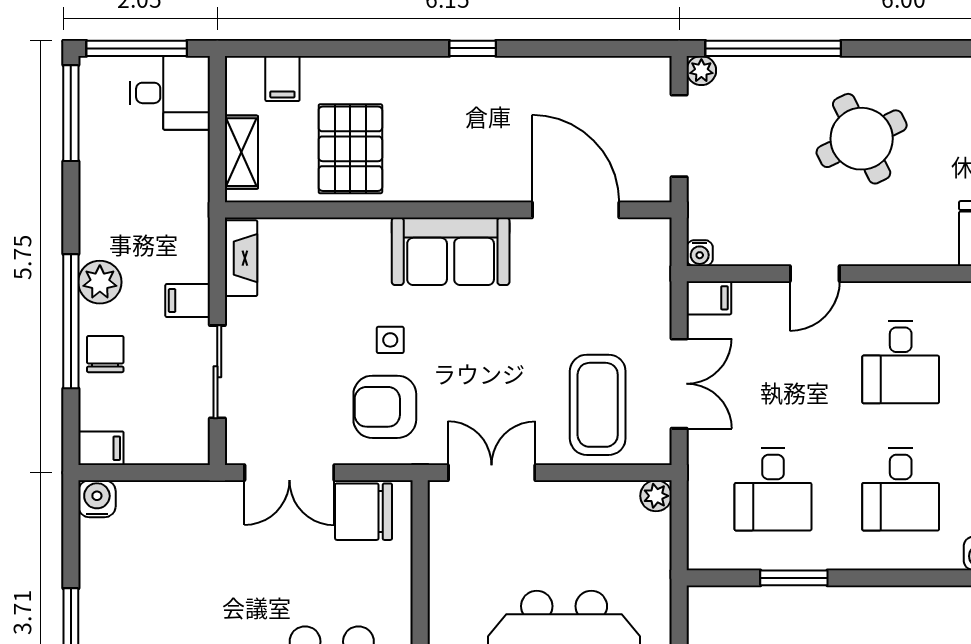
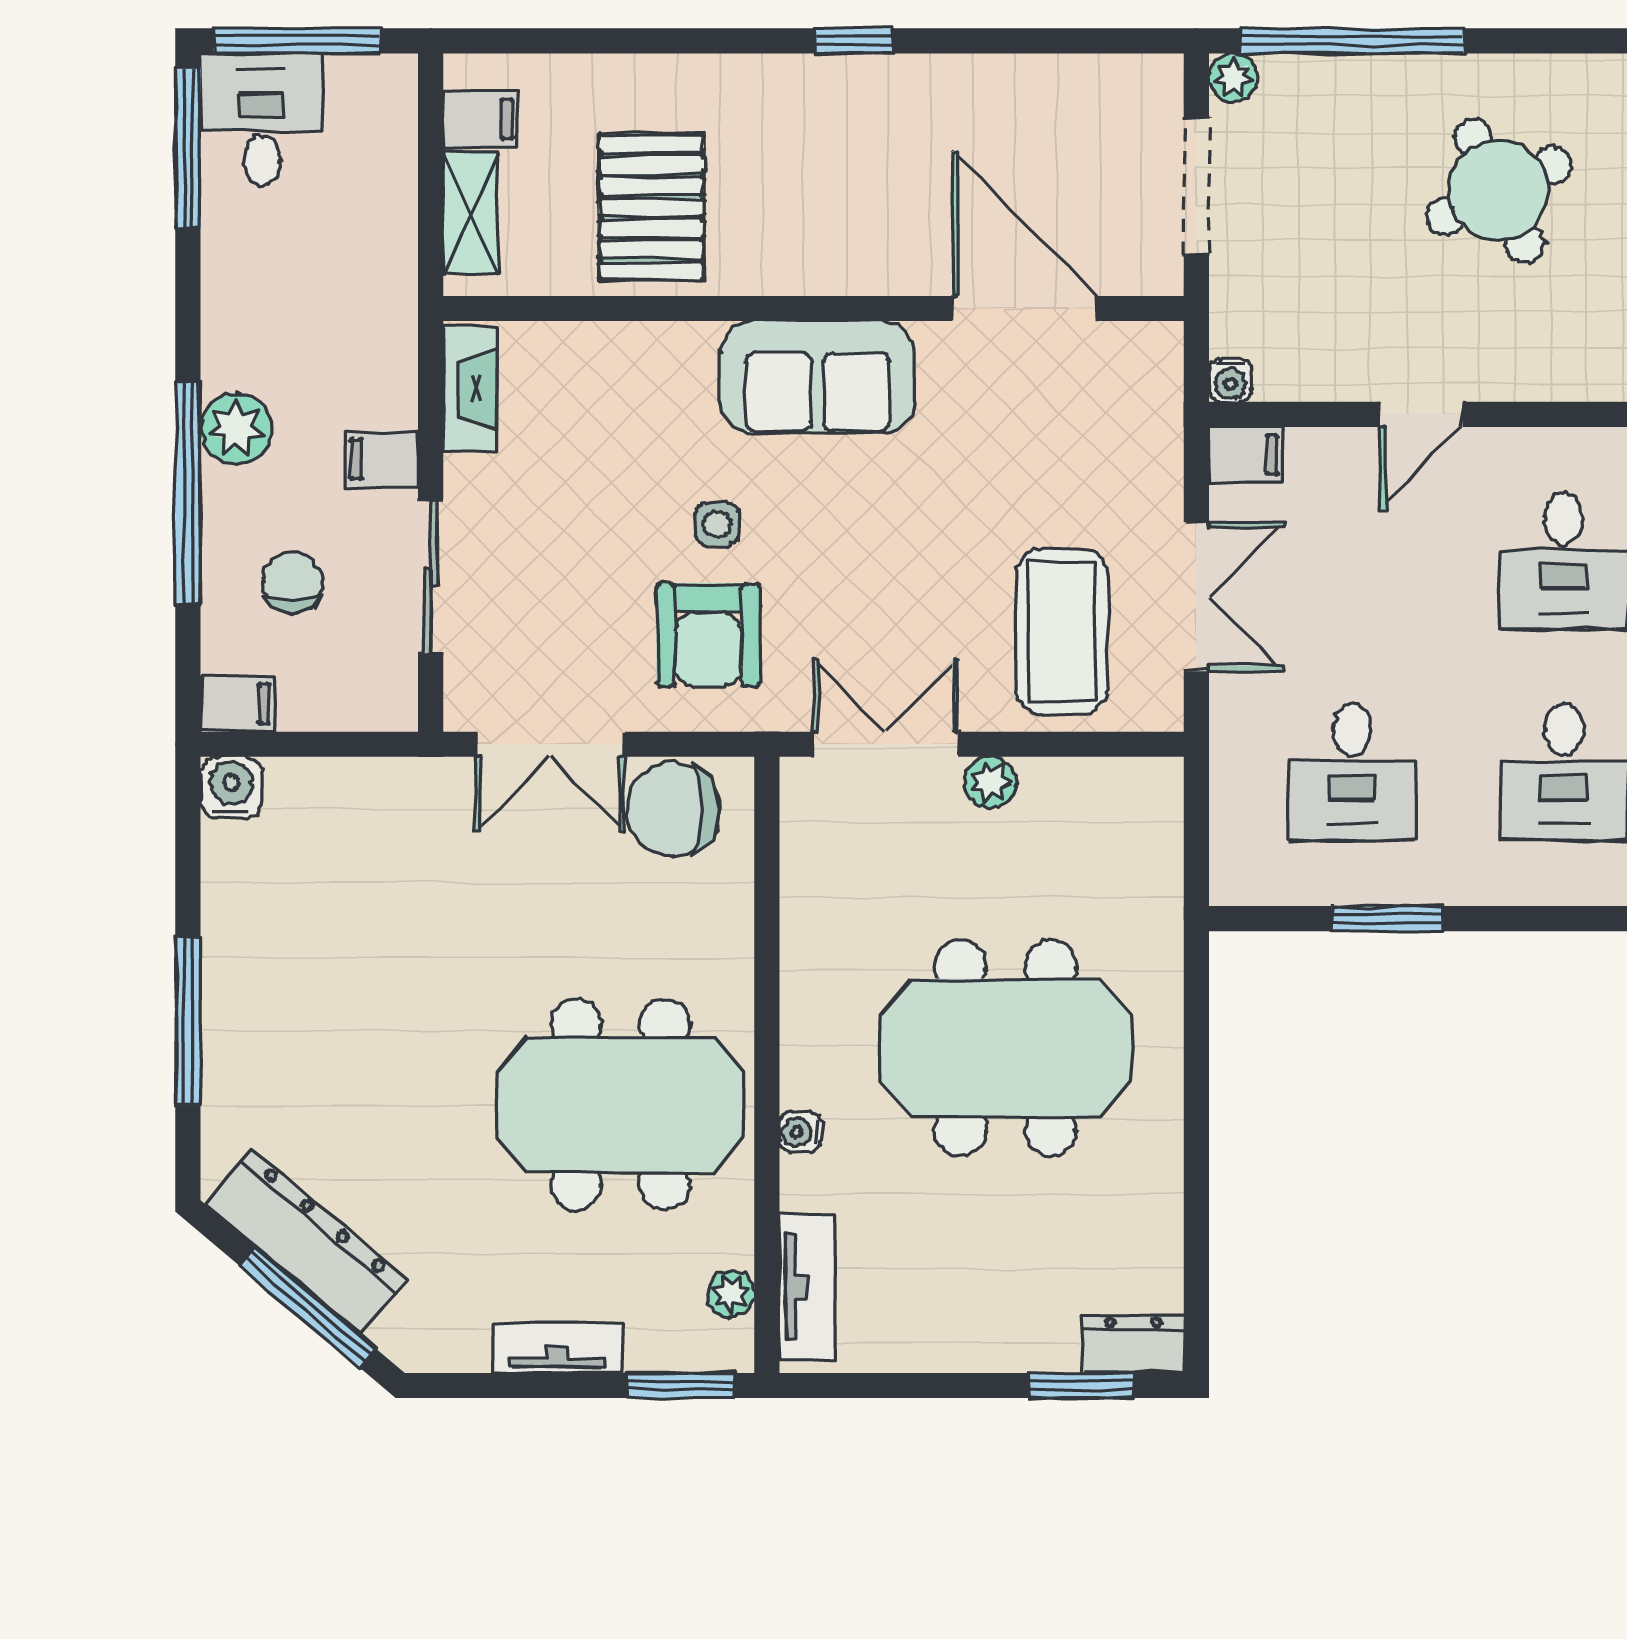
filing cabinet: (282, 79) -> (481, 119), moved, turned -90
desk: (170, 93) -> (262, 120), moved, turned -90
chair: (105, 354) -> (293, 582), moved
armchair: (385, 407) -> (708, 635), turned -90
plant: (656, 496) -> (990, 783), moved

